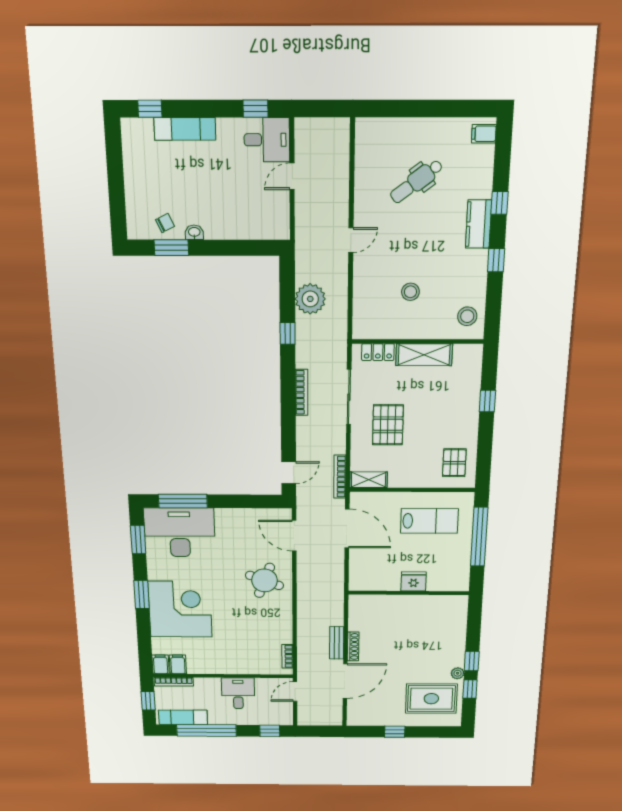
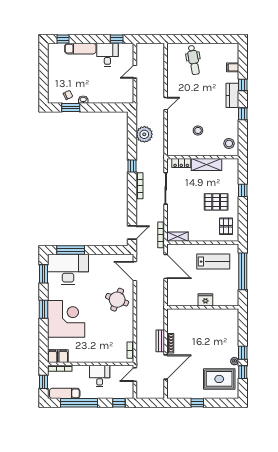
filing cabinet: (484, 134) -> (233, 67), moved
desk: (267, 140) -> (107, 55), moved, turned -90
dental chair: (416, 181) -> (194, 60), moved, turned -64
window: (288, 333) -> (132, 166), moved
pallet: (388, 425) -> (216, 202), moved, turned 90

